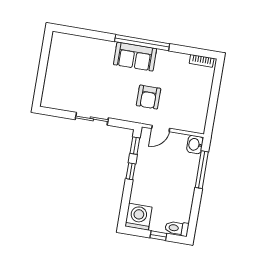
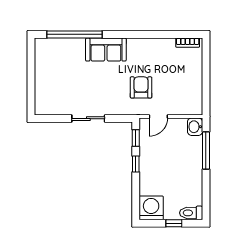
window: (142, 43) -> (75, 34), moved
sofa: (135, 57) -> (106, 50), moved
armchair: (149, 97) -> (141, 87), turned 180

